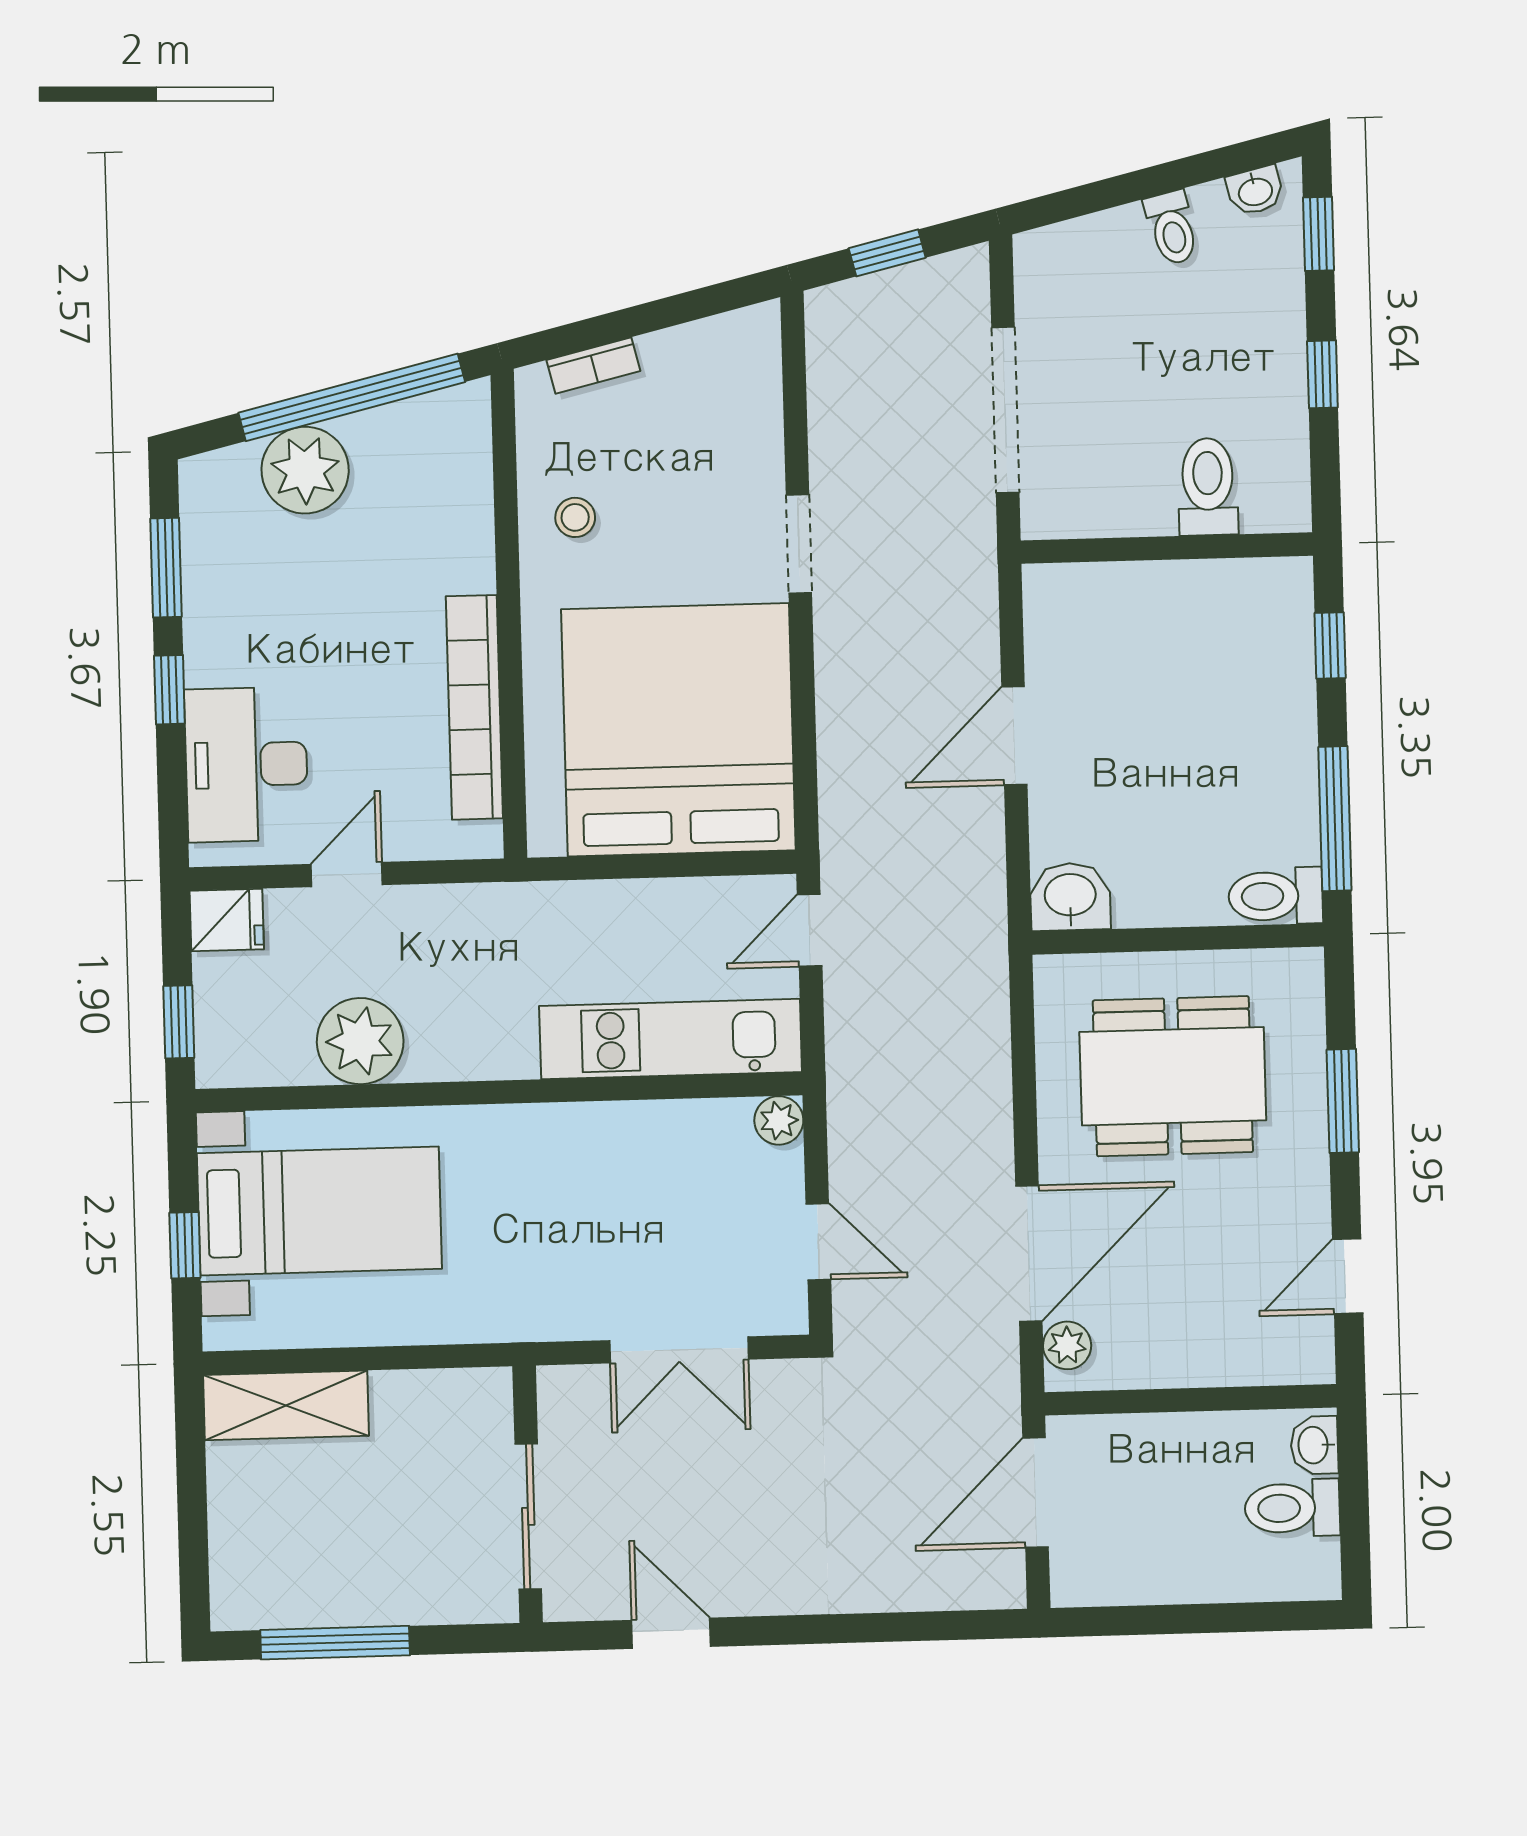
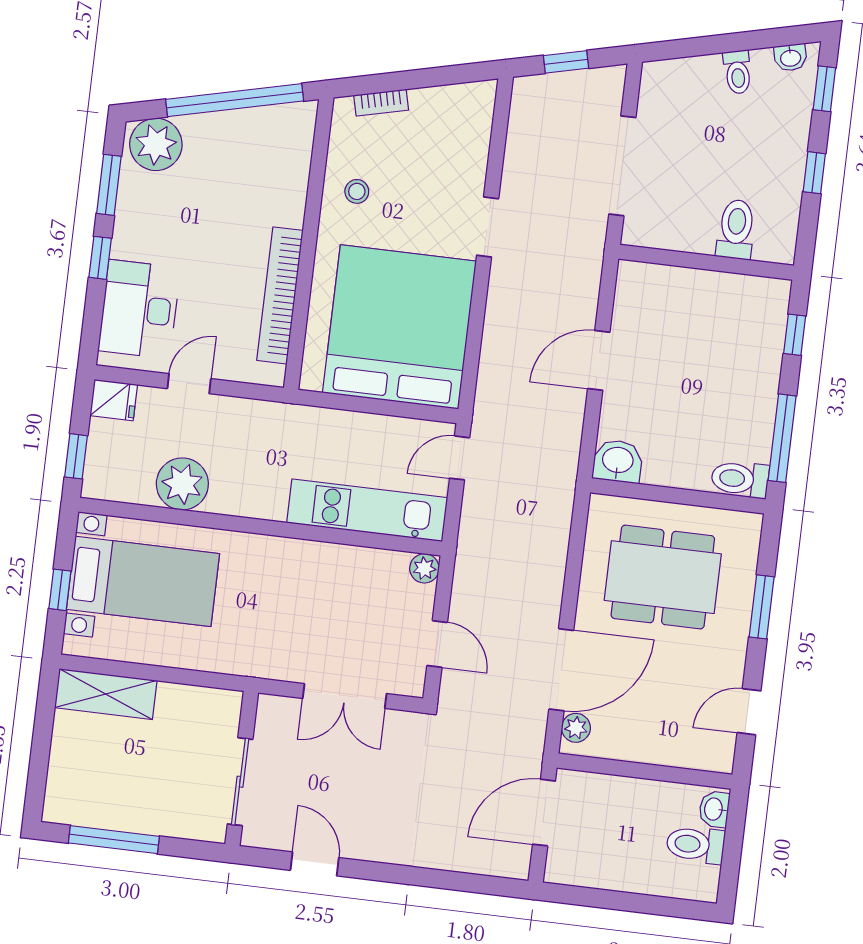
plant: (305, 470) -> (156, 144), moved

